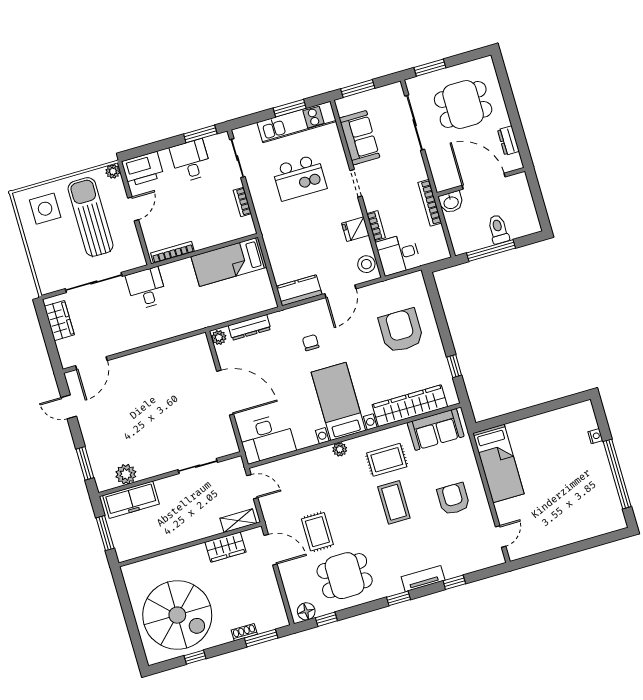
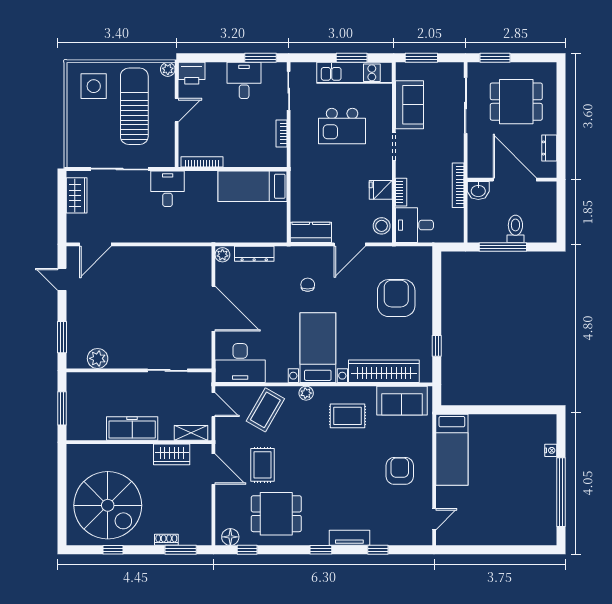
printer: (143, 169) -> (192, 73), width x0.73, depth x0.84
freezer: (131, 500) -> (132, 429), moved, turned 180
coffee table: (394, 502) -> (265, 410), moved, turned 30

